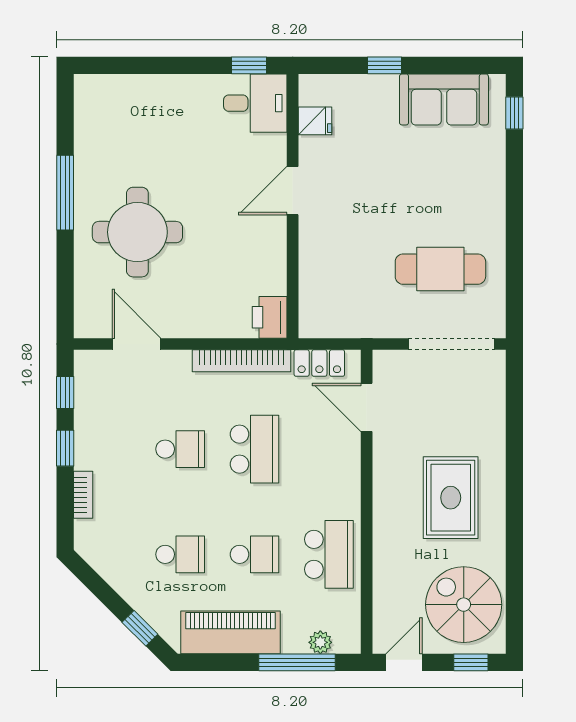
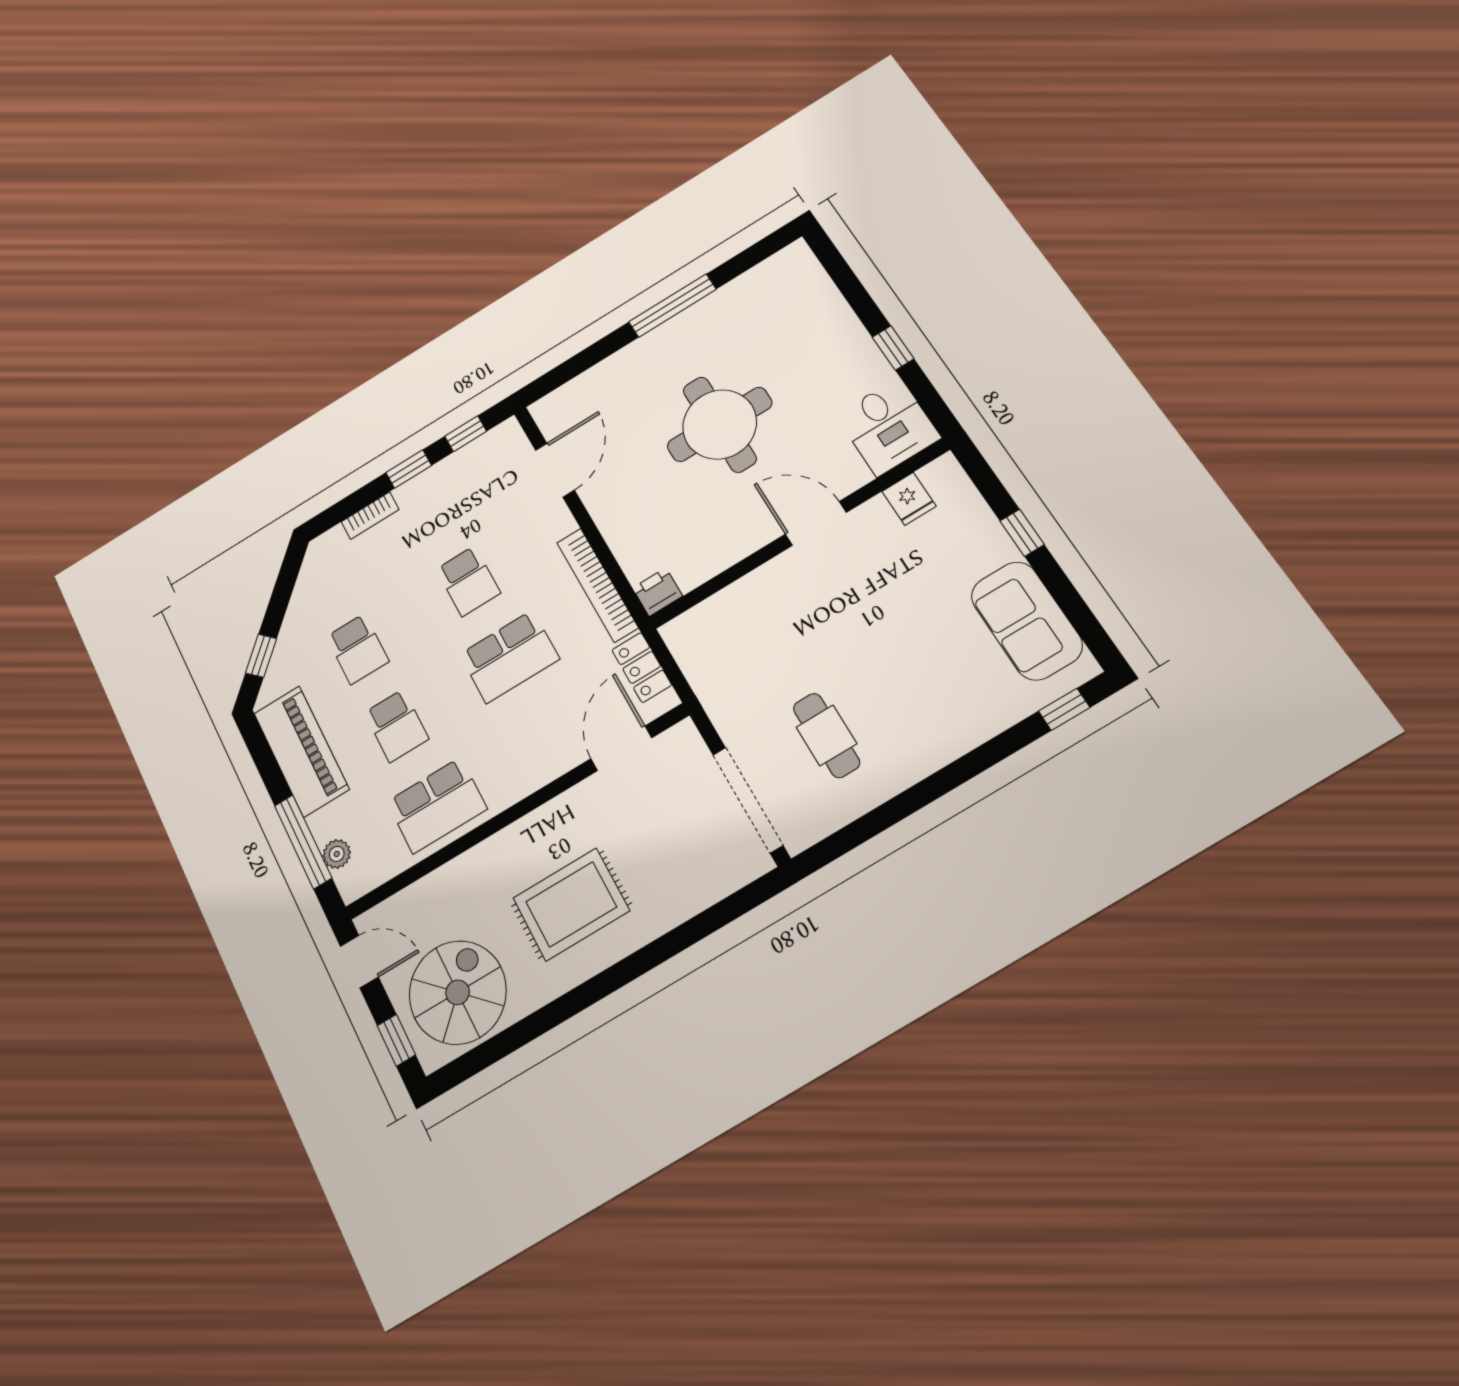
window: (249, 65) -> (893, 348), moved
round table: (137, 232) -> (720, 424), moved
cafe table: (440, 269) -> (826, 735), width x0.73, depth x0.74
printer: (270, 317) -> (657, 592), width x0.73, depth x0.81

